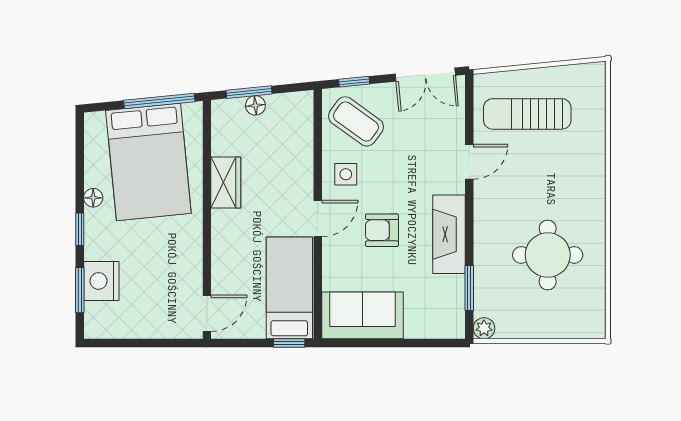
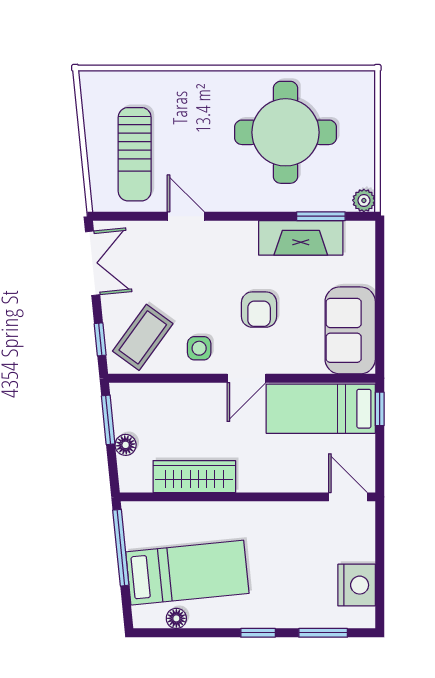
window: (249, 92) -> (108, 420), moved
bed: (148, 162) -> (187, 573), width x0.67
wardrobe: (226, 183) -> (194, 477), width x1.50
floor lamp: (93, 198) -> (176, 618), moved
door: (318, 218) -> (246, 378), swing flipped
fireplace: (449, 234) -> (301, 238), moved
round table: (548, 255) -> (286, 132), width x1.36, depth x1.36
nightstand: (101, 281) -> (357, 585), moved, turned -90

